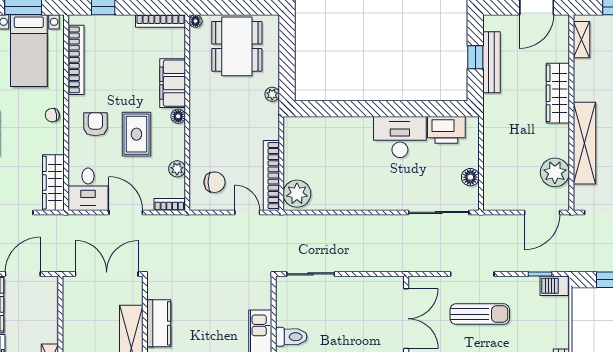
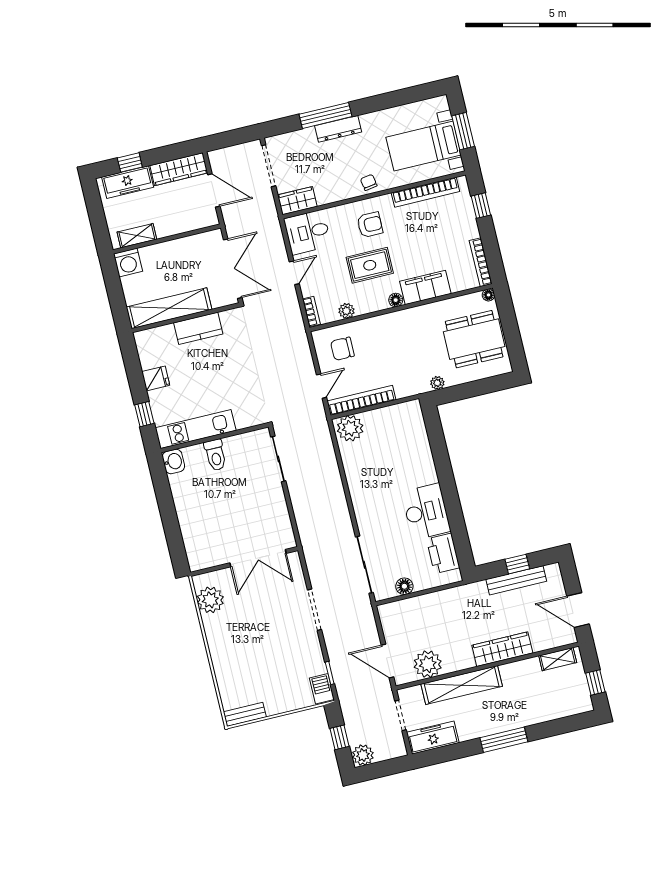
chair: (215, 182) -> (342, 349), turned 90
wardrobe: (53, 183) -> (297, 201), width x0.67
door: (126, 212) -> (294, 273), width x0.73
sun lounger: (480, 314) -> (279, 626), removed

